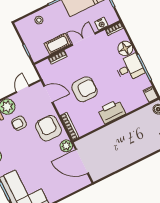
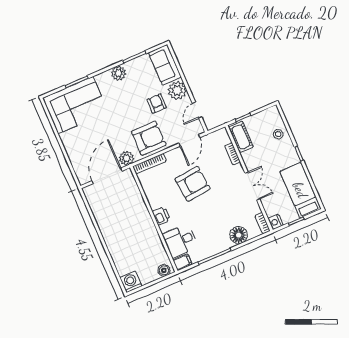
nightstand: (101, 24) -> (275, 222), moved
cot: (57, 44) -> (241, 137), moved
desk: (130, 68) -> (180, 241), moved, turned 90
door: (23, 89) -> (197, 110), swing flipped
armchair: (85, 89) -> (193, 184), turned -96
printer: (112, 111) -> (161, 216), width x0.53, depth x0.68

